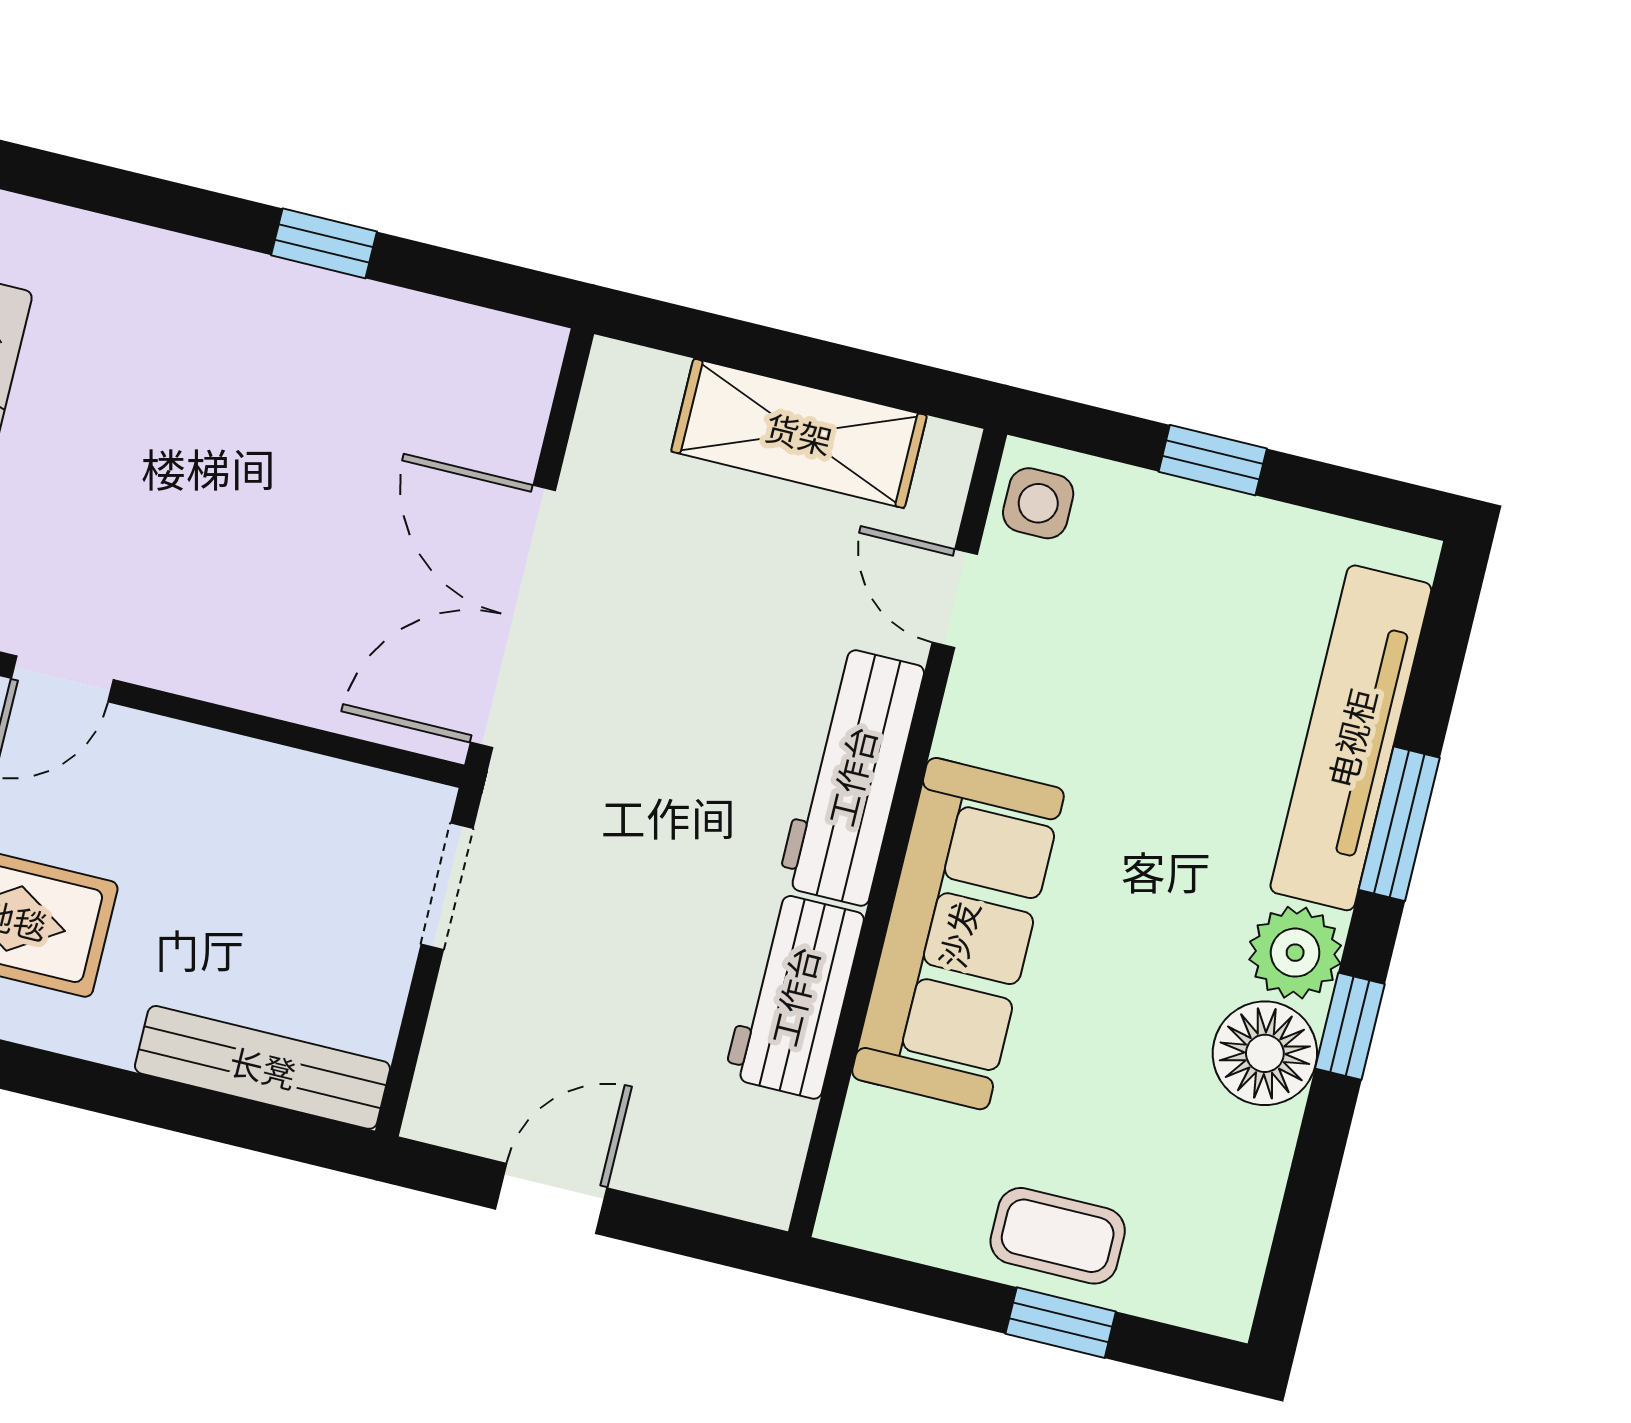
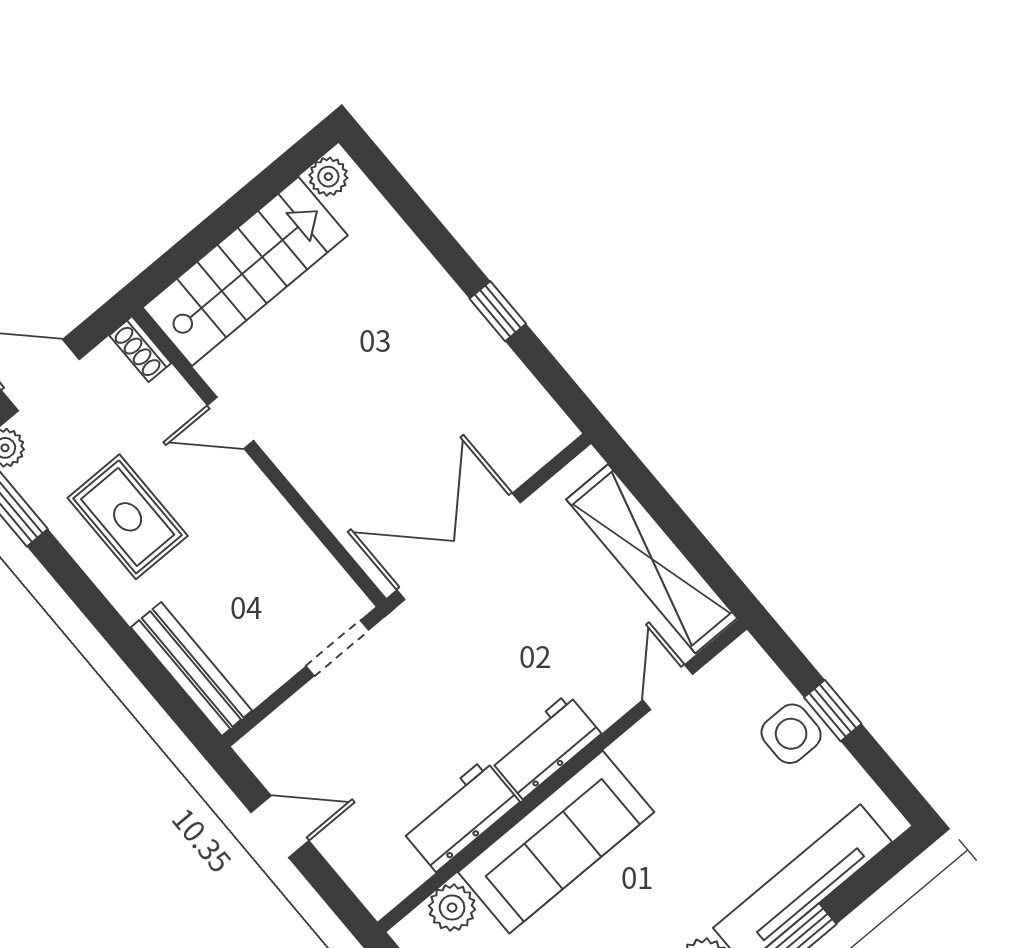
shelving: (799, 433) -> (652, 559), width x1.47
side table: (1038, 503) -> (791, 734), moved, width x1.37, depth x1.37
workbench: (851, 776) -> (545, 746), width x0.73
plant: (879, 1134) -> (452, 908), added

